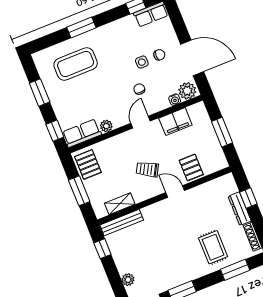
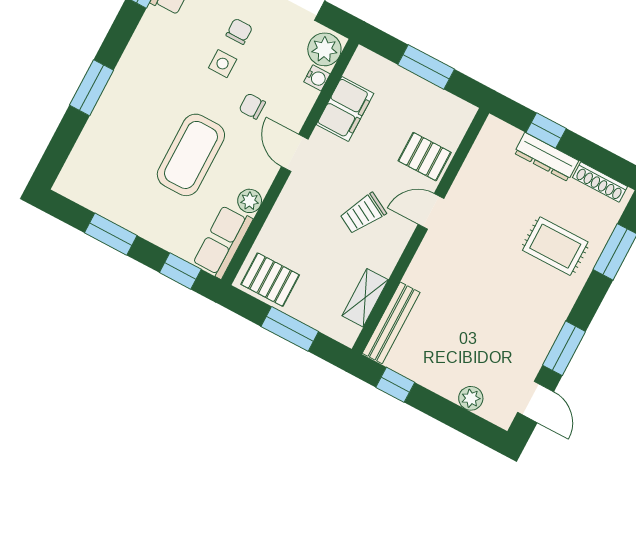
coffee table: (76, 64) -> (191, 155), moved

